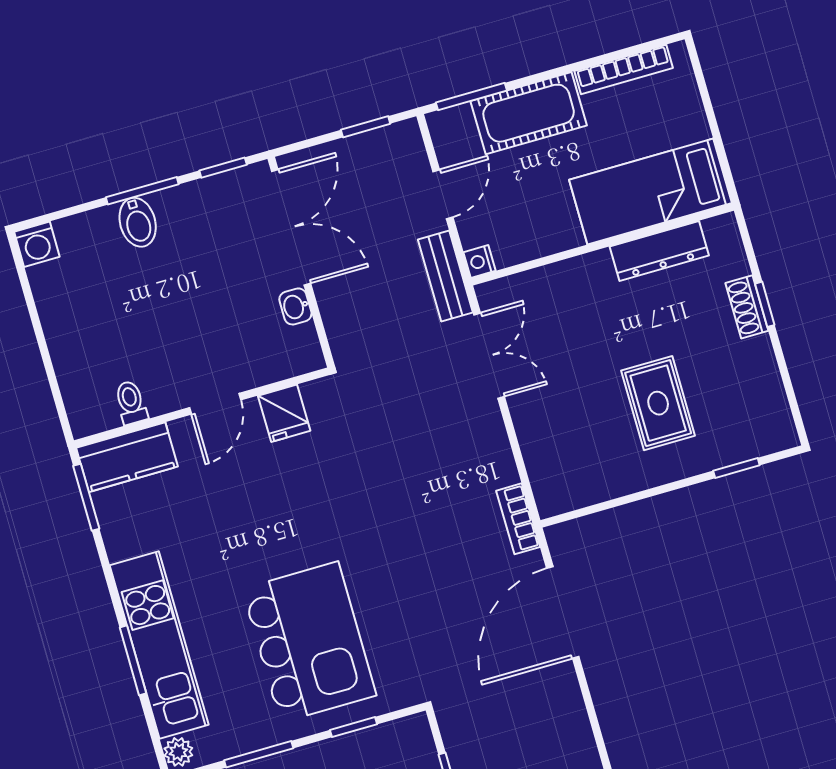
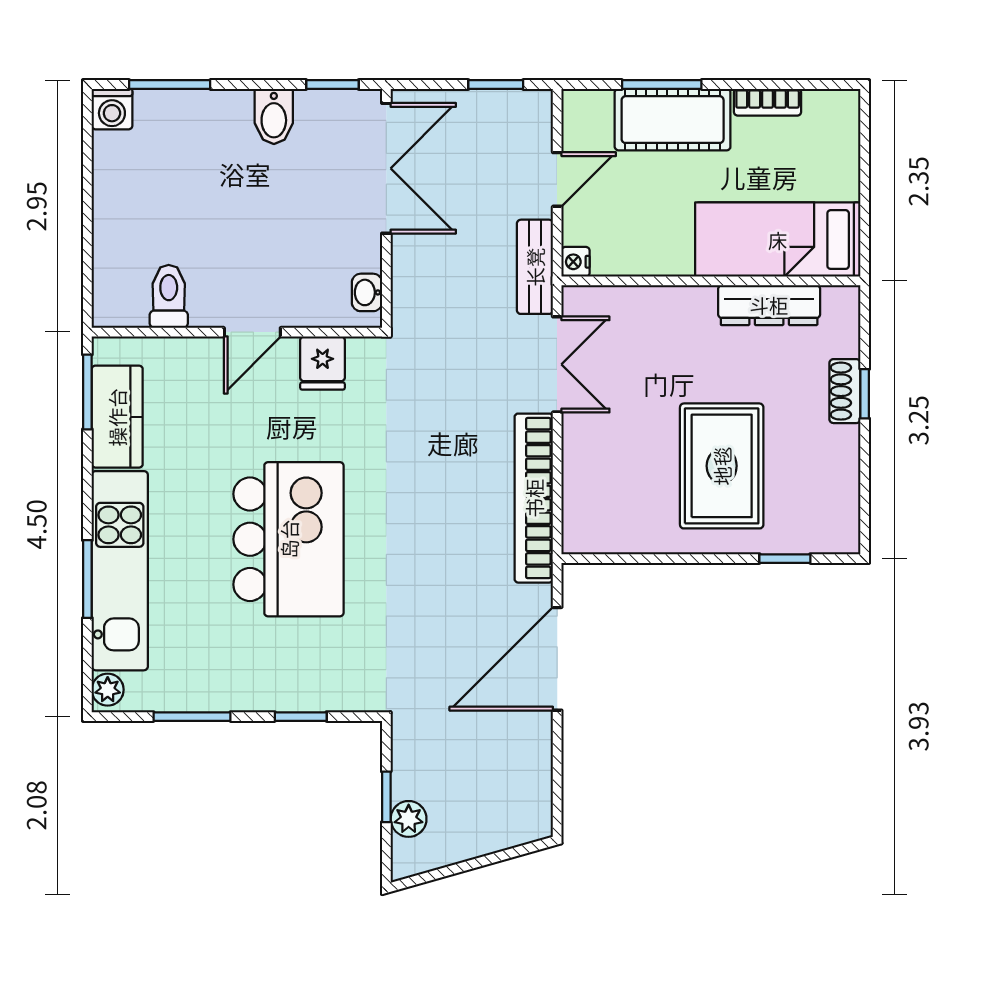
bookcase: (624, 70) -> (768, 102), width x0.64
window: (471, 96) -> (662, 84), moved
window: (142, 191) -> (170, 84), moved
bidet: (138, 222) -> (274, 116), moved
washbasin: (295, 306) -> (367, 292), moved
toilet: (131, 402) -> (169, 296), width x1.37, depth x1.39
rug: (658, 403) -> (722, 466), width x1.36, depth x1.43
kitchen counter: (127, 457) -> (117, 417), moved, turned -90
bookcase: (518, 519) -> (534, 498), width x2.31, depth x1.31
kitchen island: (309, 642) -> (289, 539), moved

